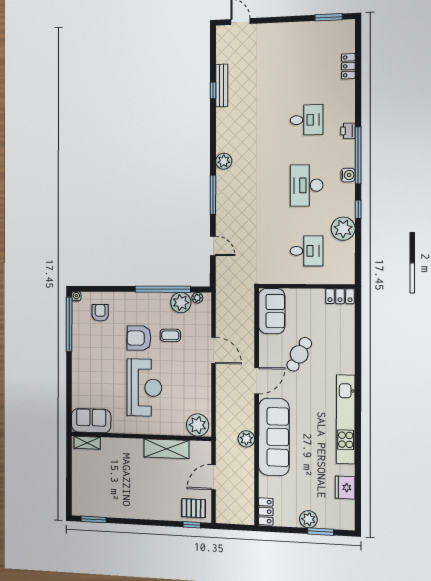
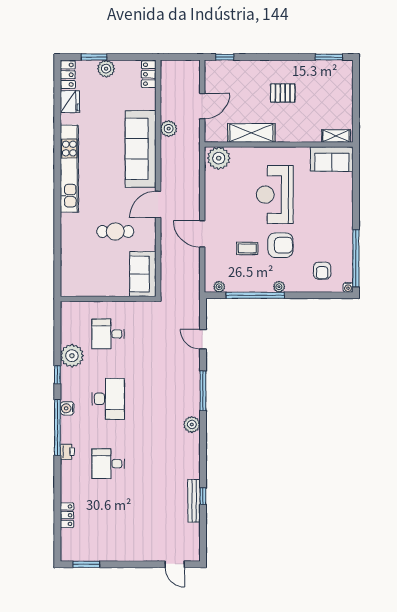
locker: (340, 296) -> (68, 75), moved, turned 90
plant: (181, 303) -> (279, 287), moved, width x0.53, depth x0.53
cafe table: (299, 354) -> (115, 231), turned 61
plant: (246, 439) -> (169, 129), moved
pallet: (194, 508) -> (283, 93), moved

